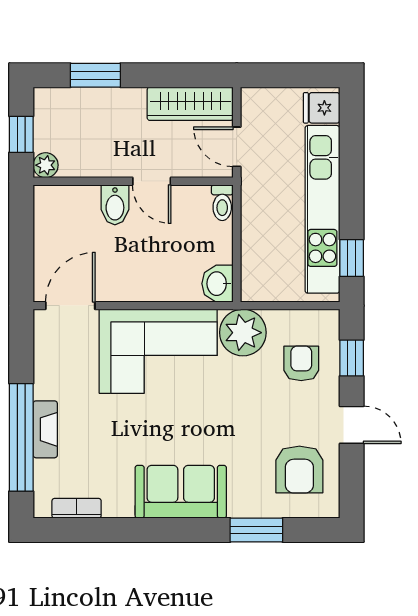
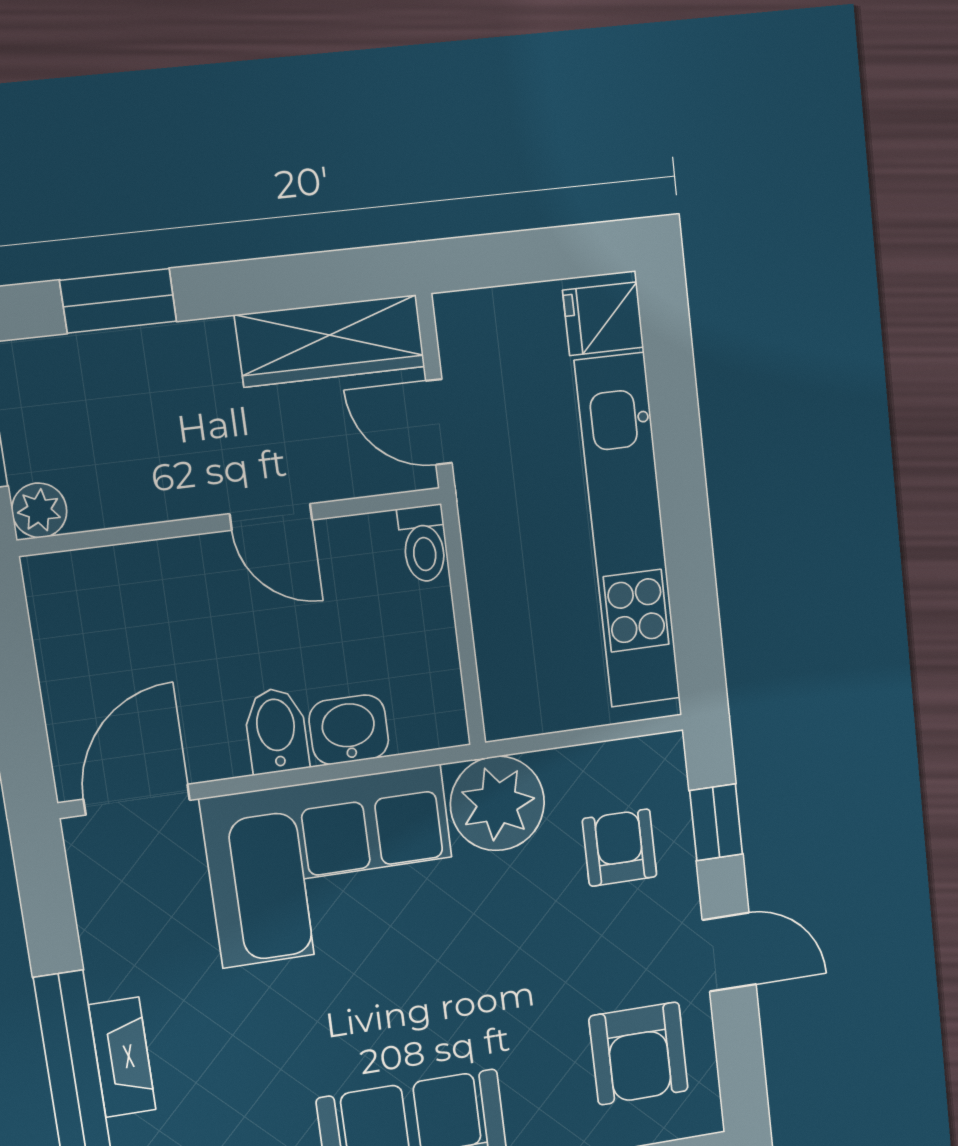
bidet: (115, 205) -> (276, 731), moved, turned 180
window: (352, 258) -> (696, 623), removed
washbasin: (218, 284) -> (349, 730), moved, turned 90

